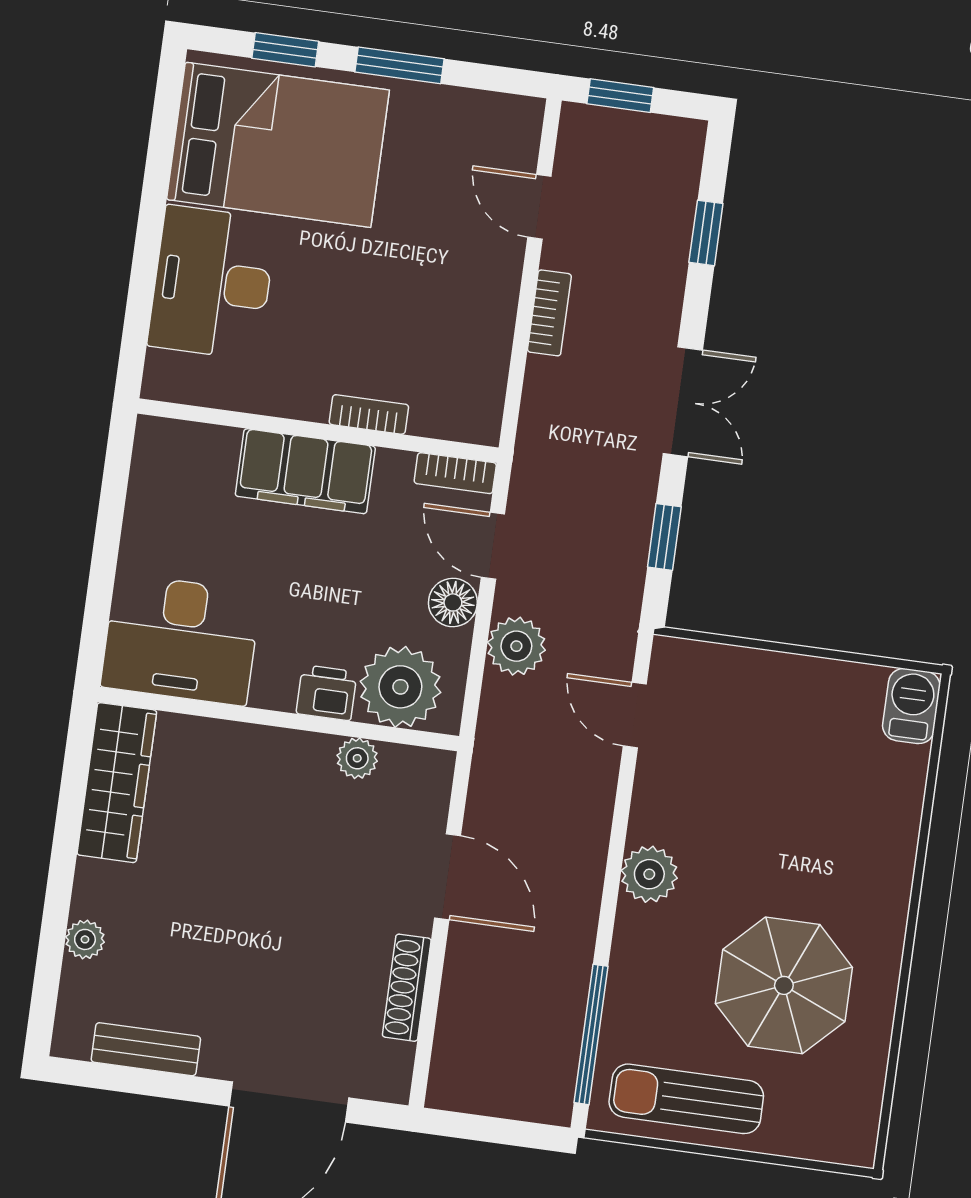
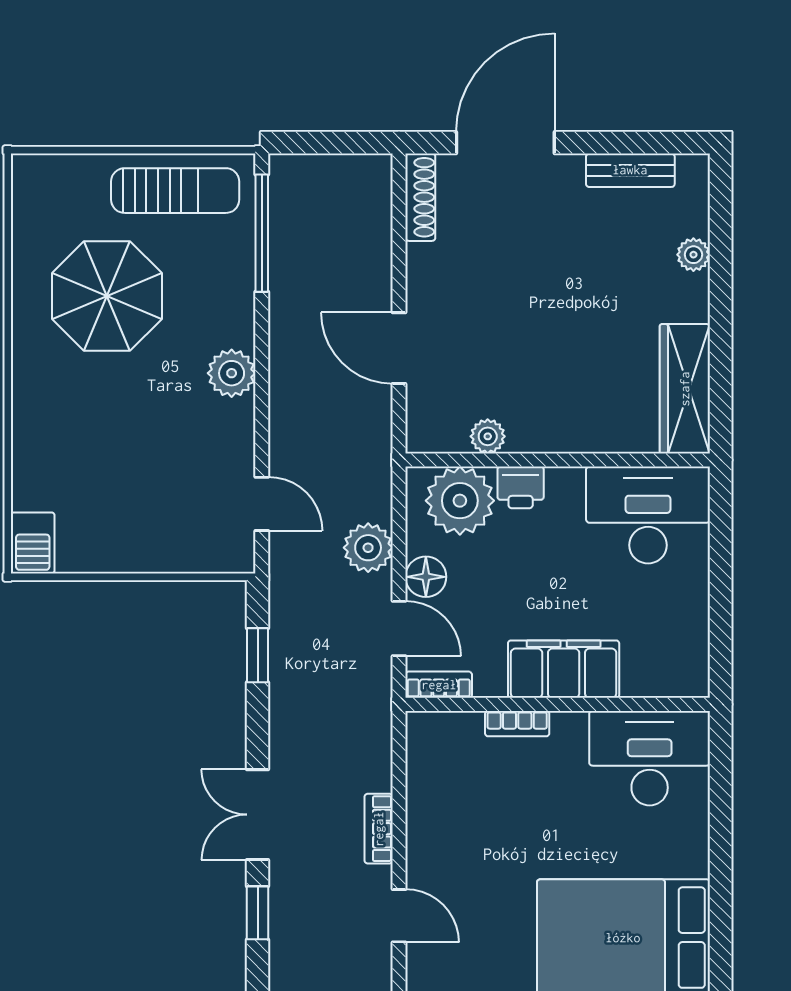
desk: (212, 283) -> (650, 758), moved, turned -90
double door: (683, 402) -> (258, 815), moved
shoe rack: (407, 988) -> (420, 197), moved

